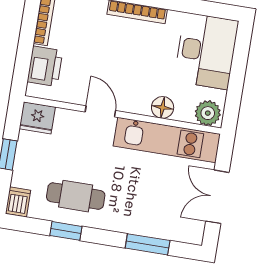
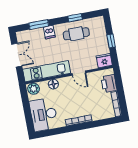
dishwasher: (18, 202) -> (49, 32), moved

